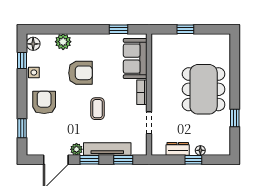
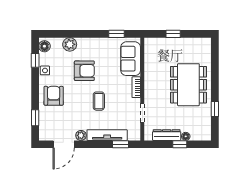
dresser: (178, 149) -> (167, 135), width x1.44
window: (89, 160) -> (92, 144), removed

